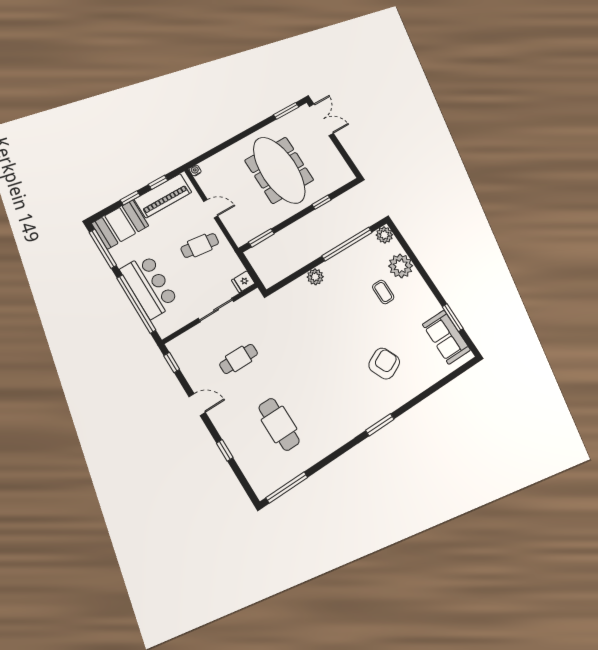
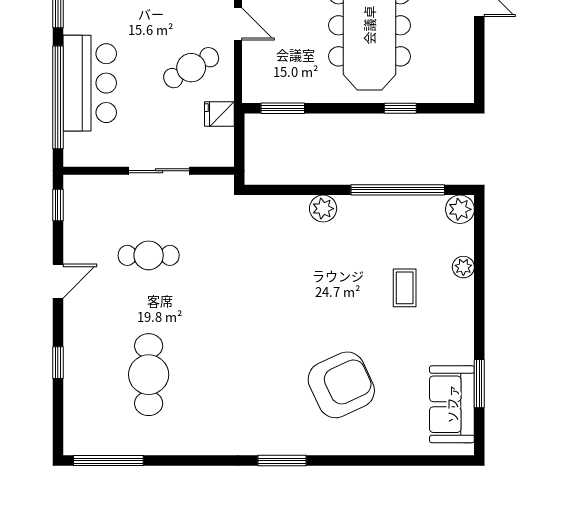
cafe table: (200, 246) -> (191, 68), turned -37
plant: (401, 266) -> (463, 267), width x0.53, depth x0.53
fridge: (243, 282) -> (219, 114), moved
armchair: (384, 363) -> (341, 385), width x1.36, depth x1.36
door: (197, 405) -> (58, 281), hinge flipped

